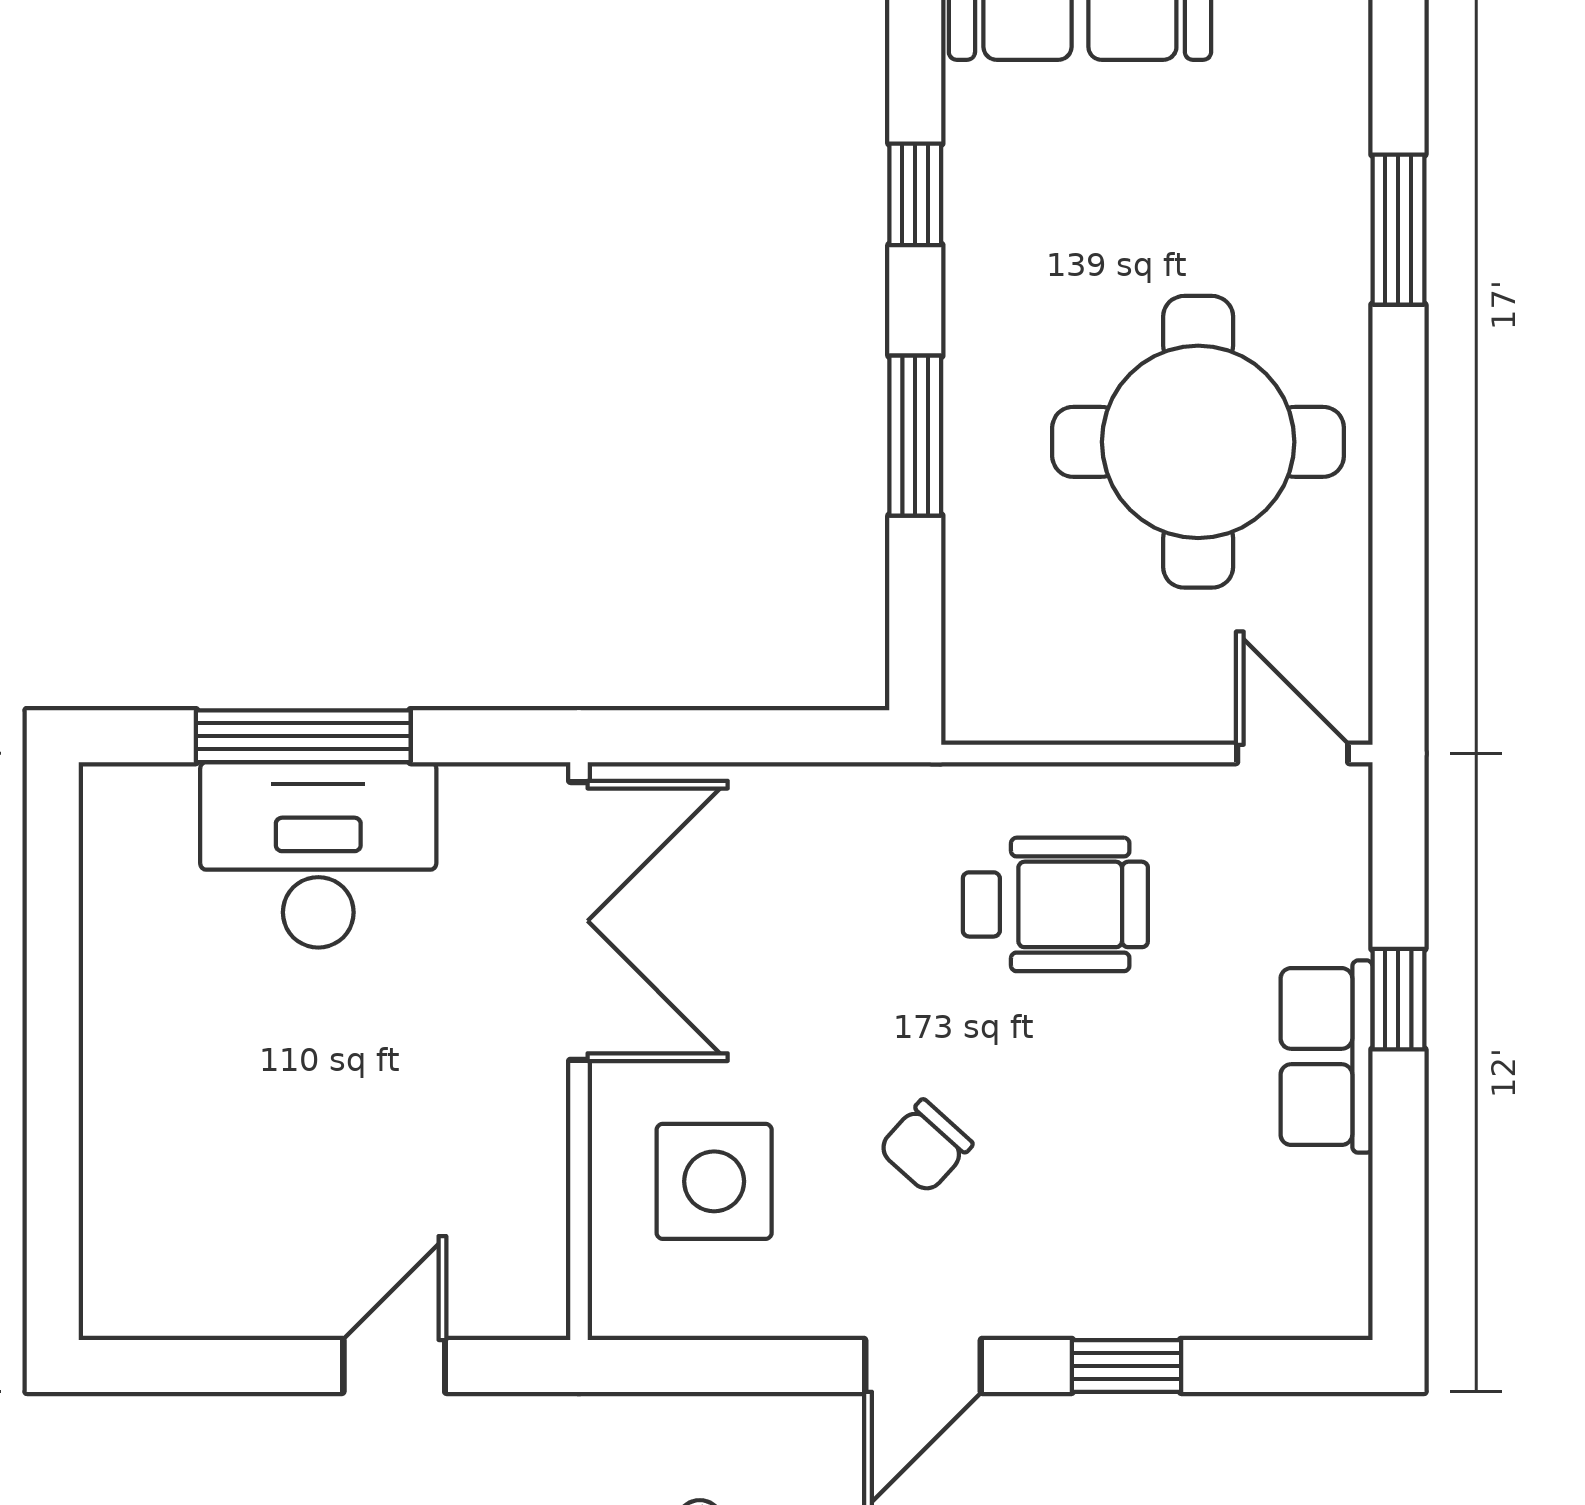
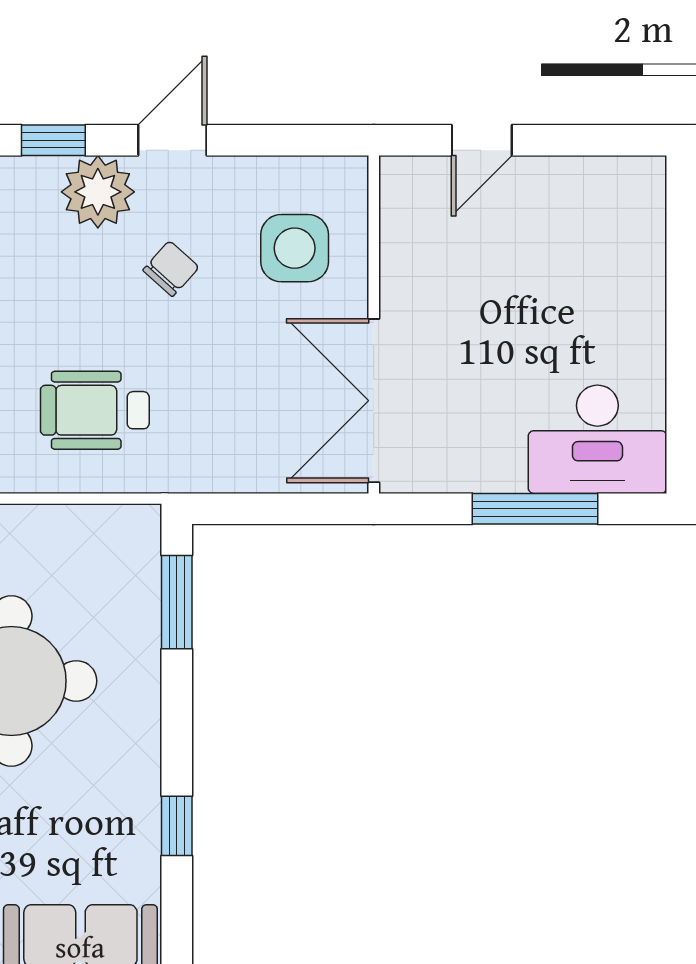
window: (915, 436) -> (177, 602), moved
desk: (318, 855) -> (597, 439), moved
plant: (1050, 1278) -> (98, 192), added

